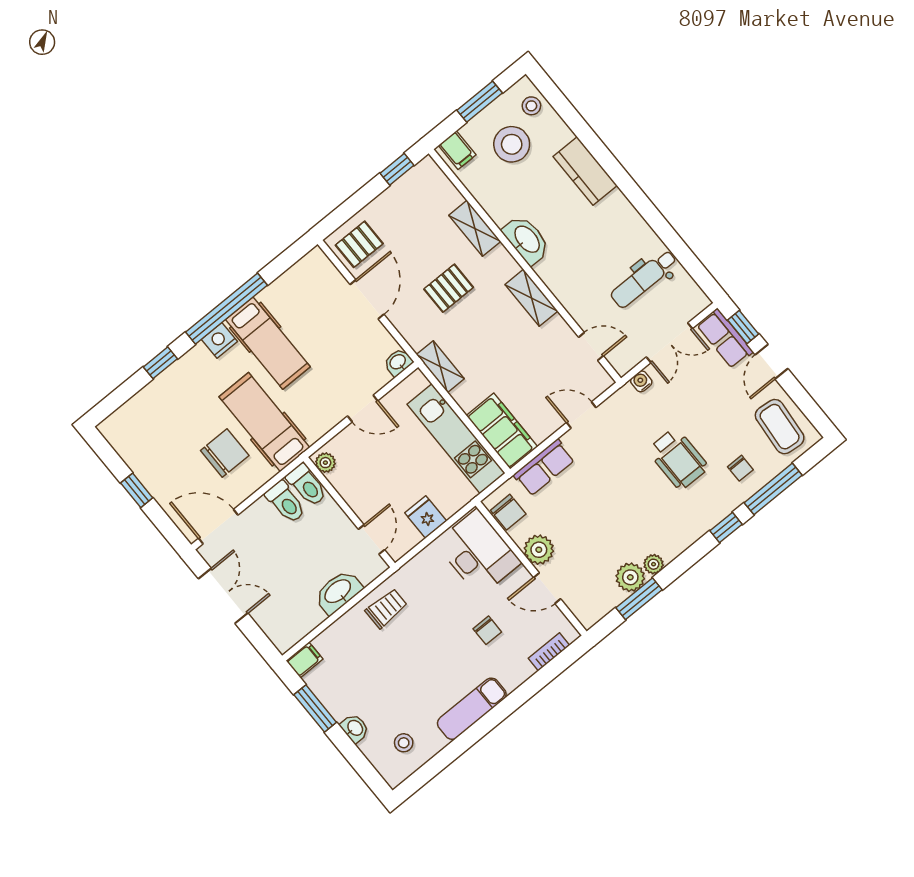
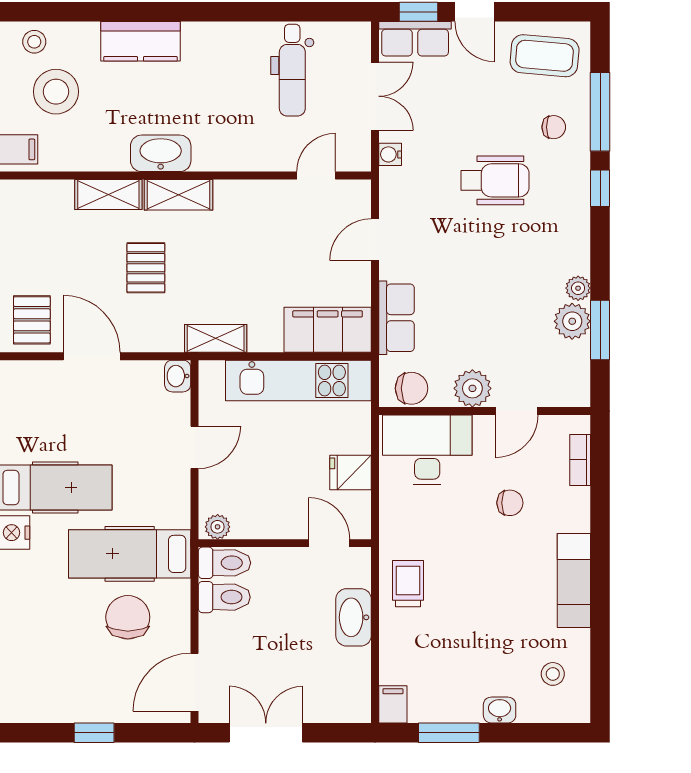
shelving: (531, 298) -> (179, 195), moved

